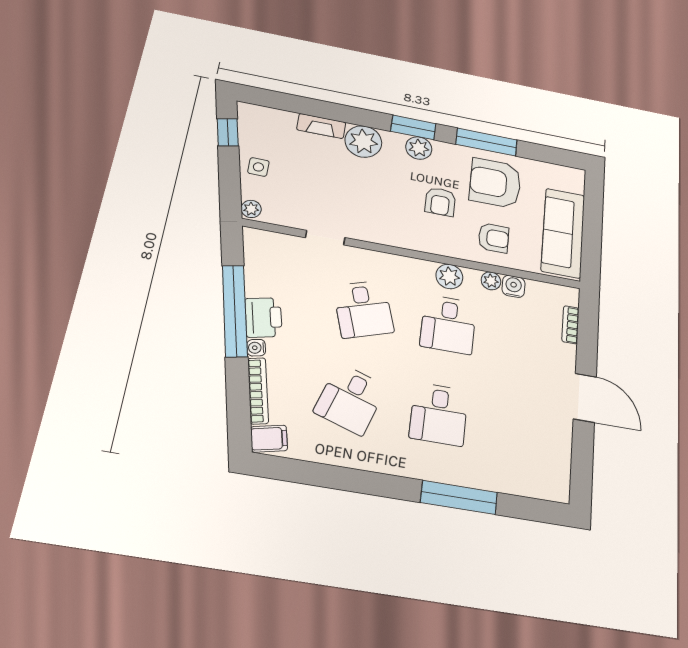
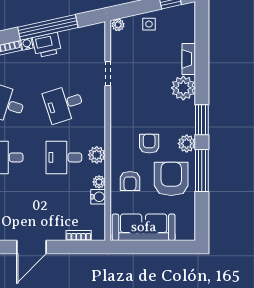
plant: (419, 148) -> (187, 144), moved
armchair: (440, 202) -> (149, 144), turned 90

